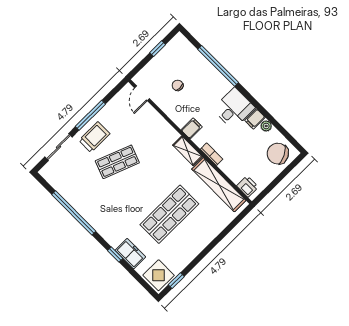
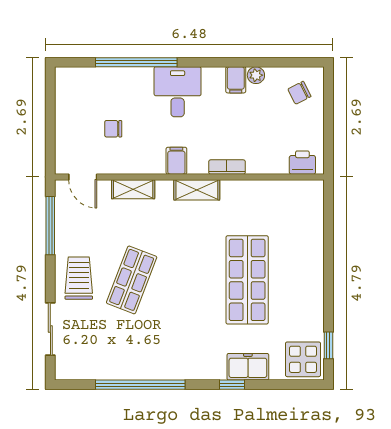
window: (158, 49) -> (50, 110), removed
desk: (234, 108) -> (178, 92), moved
window: (90, 115) -> (50, 226), moved
chair: (278, 154) -> (299, 93), width x0.54, depth x0.54
shelving: (219, 185) -> (133, 189), moved, width x0.45, depth x0.75

